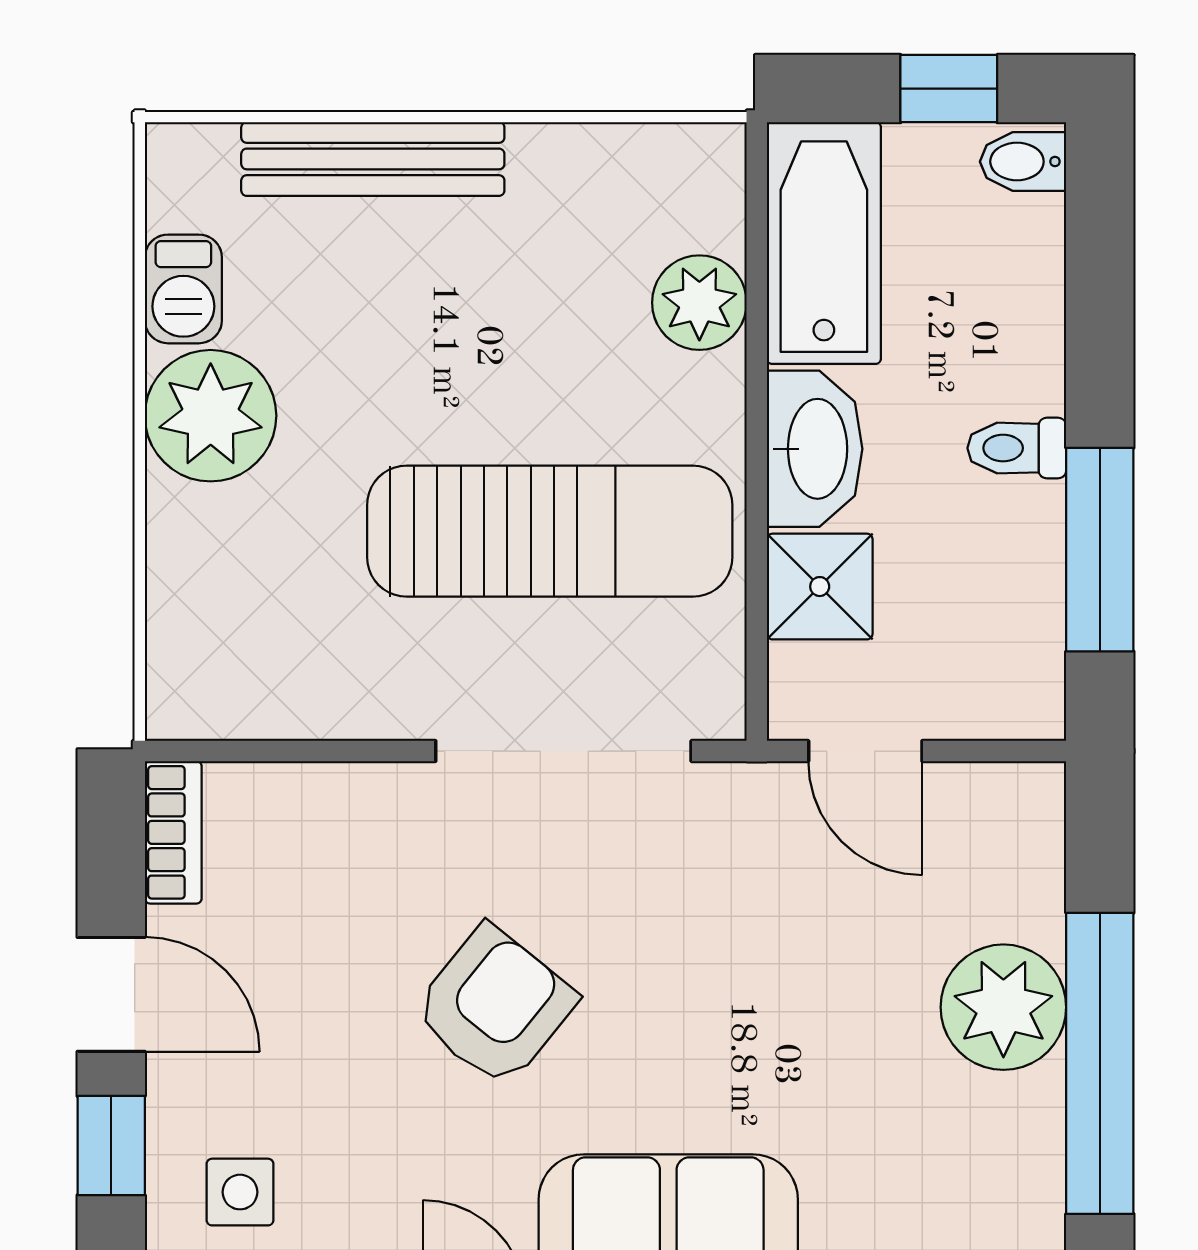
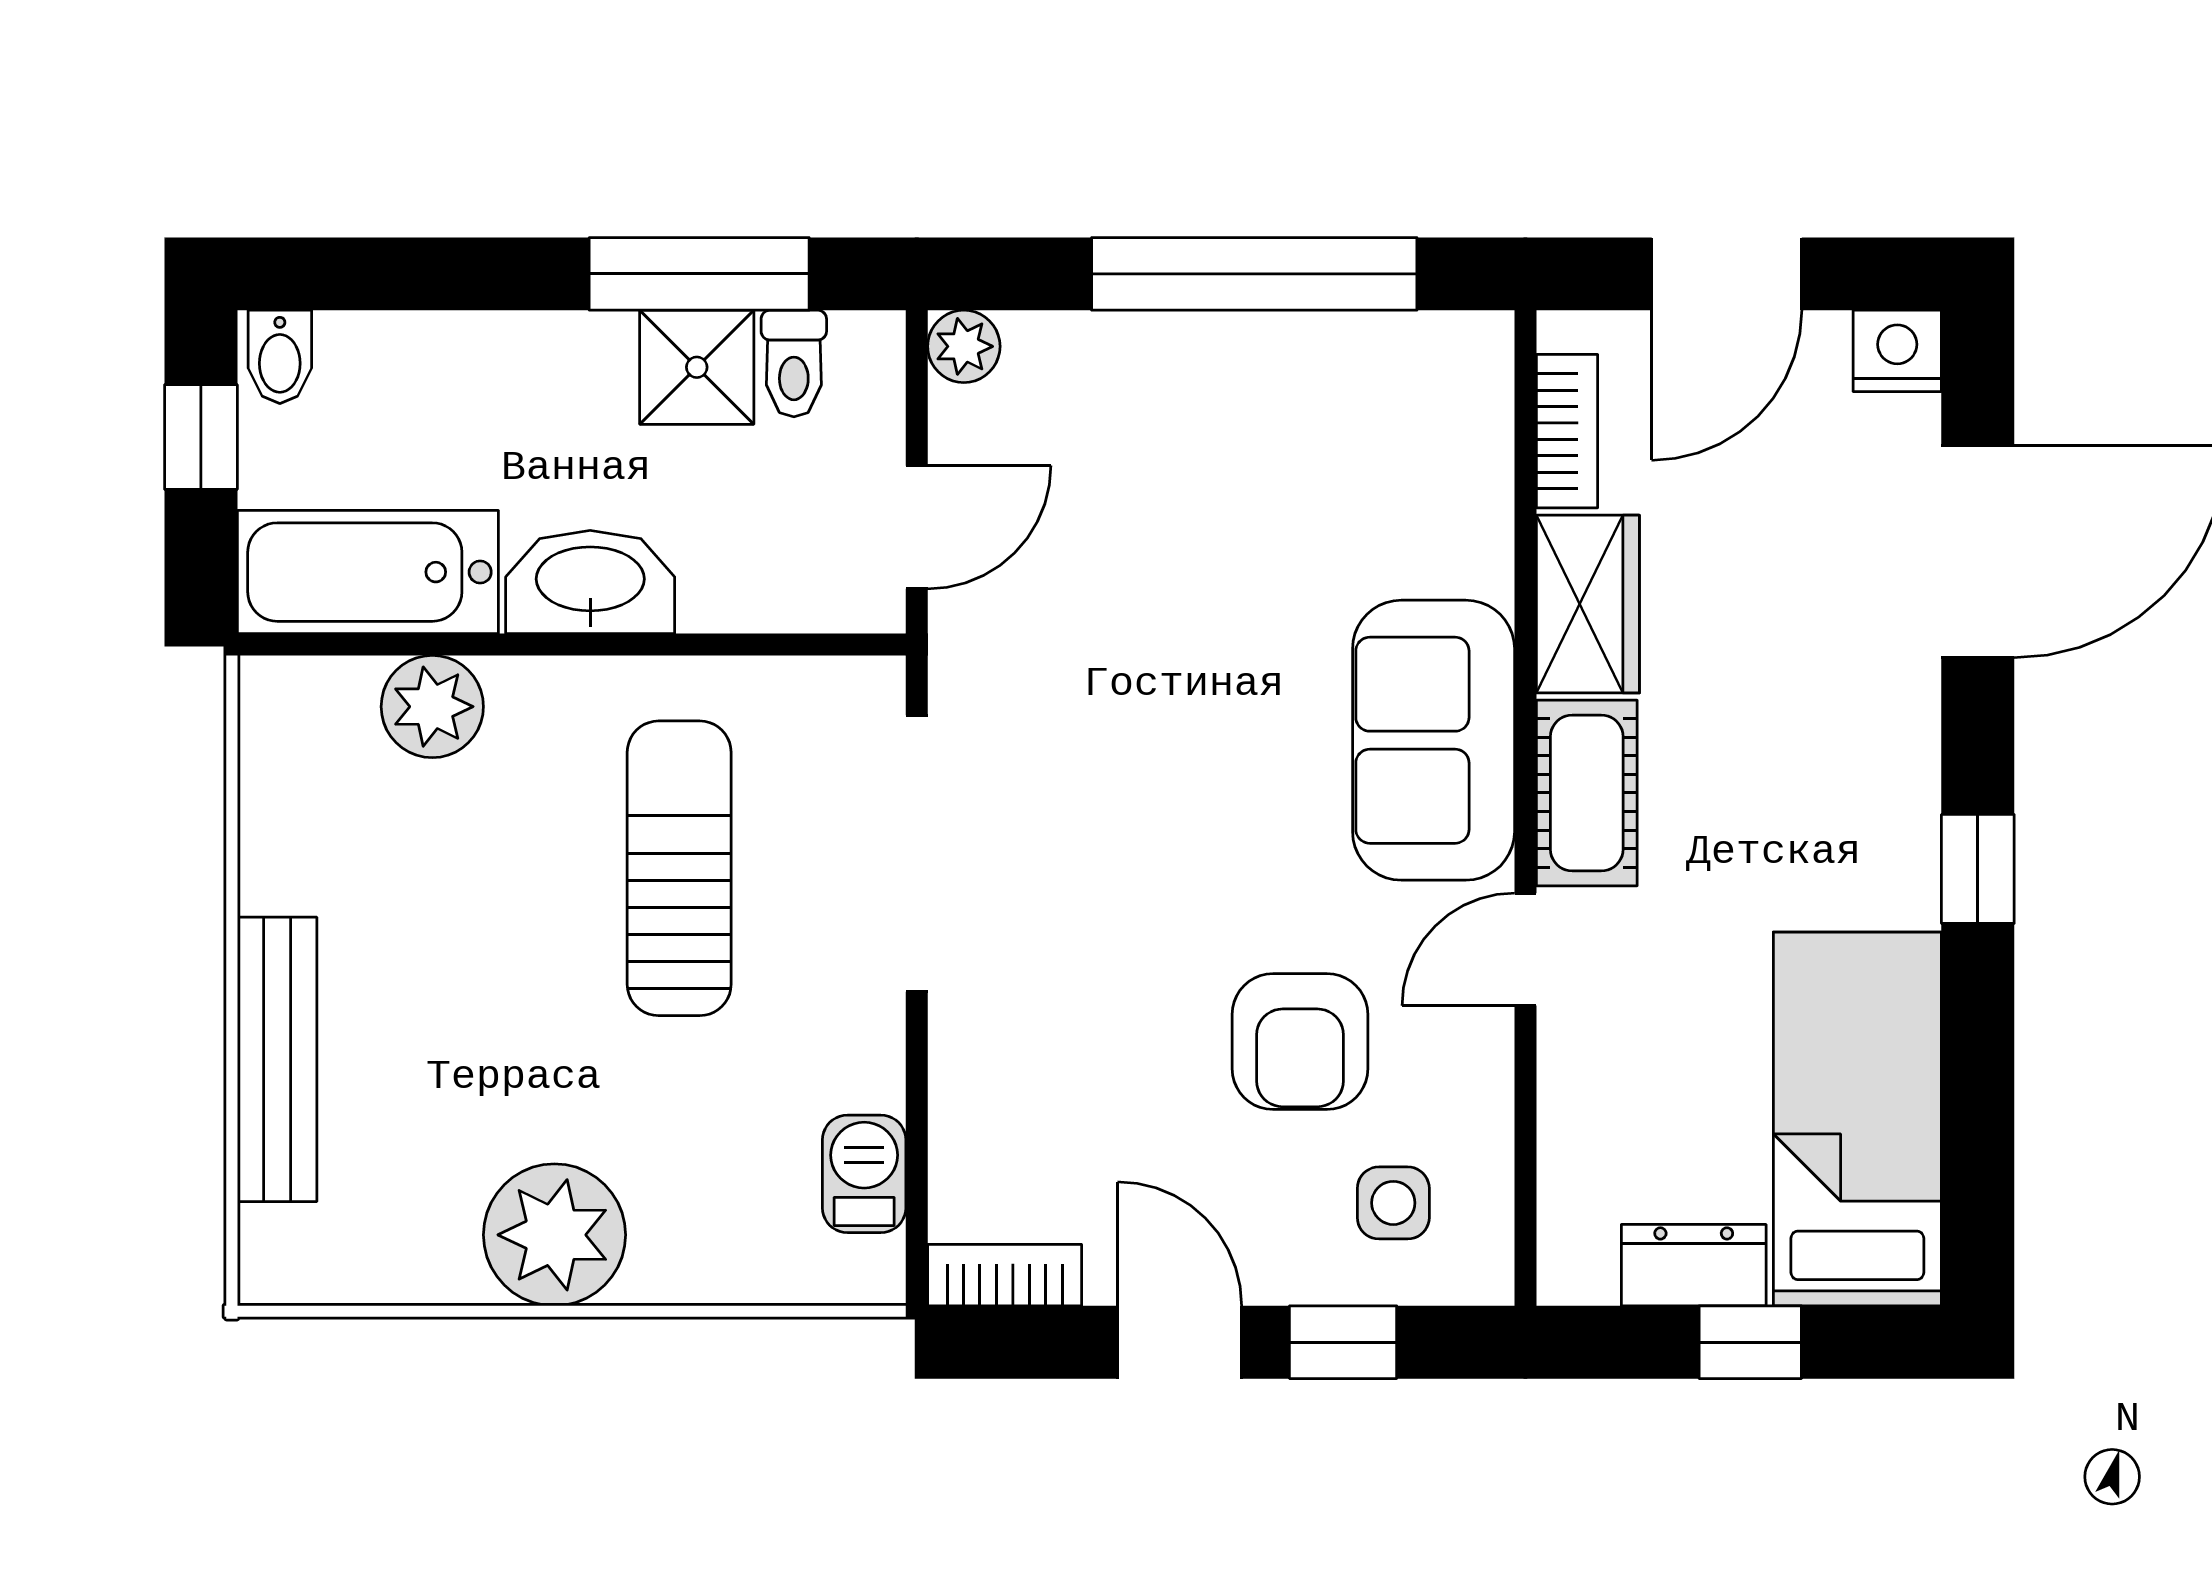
barbecue: (183, 289) -> (864, 1174), moved, turned -90
toilet: (1017, 448) -> (794, 364), moved
sun lounger: (550, 531) -> (679, 868), width x0.73, depth x0.75
shower: (820, 587) -> (697, 367), moved
door: (111, 994) -> (1180, 1342), hinge flipped
armchair: (495, 1006) -> (1300, 1042), moved, turned -129
plant: (1003, 1007) -> (964, 346), moved, width x0.53, depth x0.53

